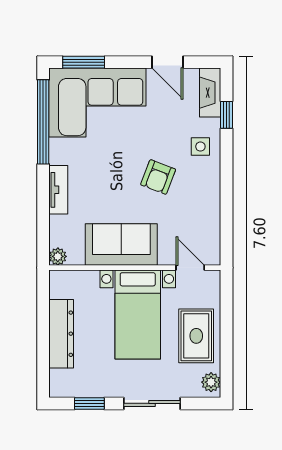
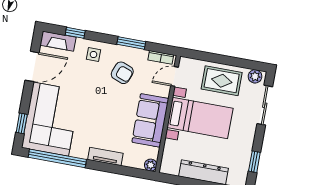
window: (84, 62) -> (22, 123), width x0.67
door: (167, 62) -> (32, 66), width x1.38
armchair: (158, 177) -> (122, 73), moved
window: (227, 197) -> (131, 43), added
bookcase: (214, 243) -> (161, 57), added
sliding door: (152, 403) -> (265, 105), moved

